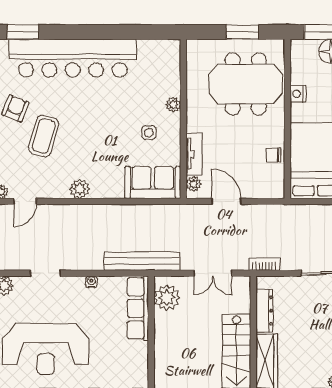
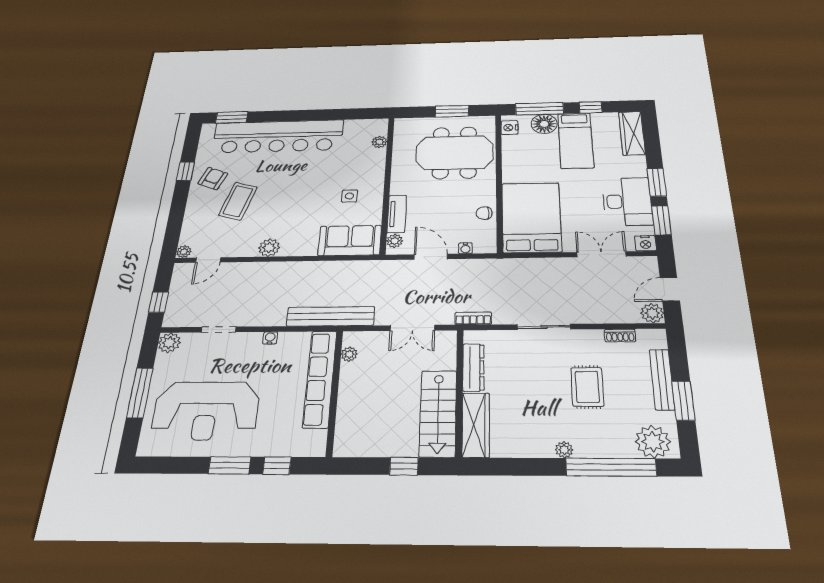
nightstand: (298, 94) -> (509, 128), moved
plant: (173, 105) -> (379, 142), moved
water cooler: (257, 193) -> (465, 248), added
plant: (167, 298) -> (349, 354), width x0.53, depth x0.53
row of seats: (138, 308) -> (320, 378), width x1.36

